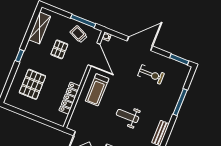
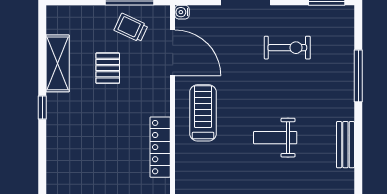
shelving: (40, 28) -> (58, 63), moved
pallet: (32, 84) -> (85, 149), removed
treadmill: (97, 90) -> (203, 113), turned 180

